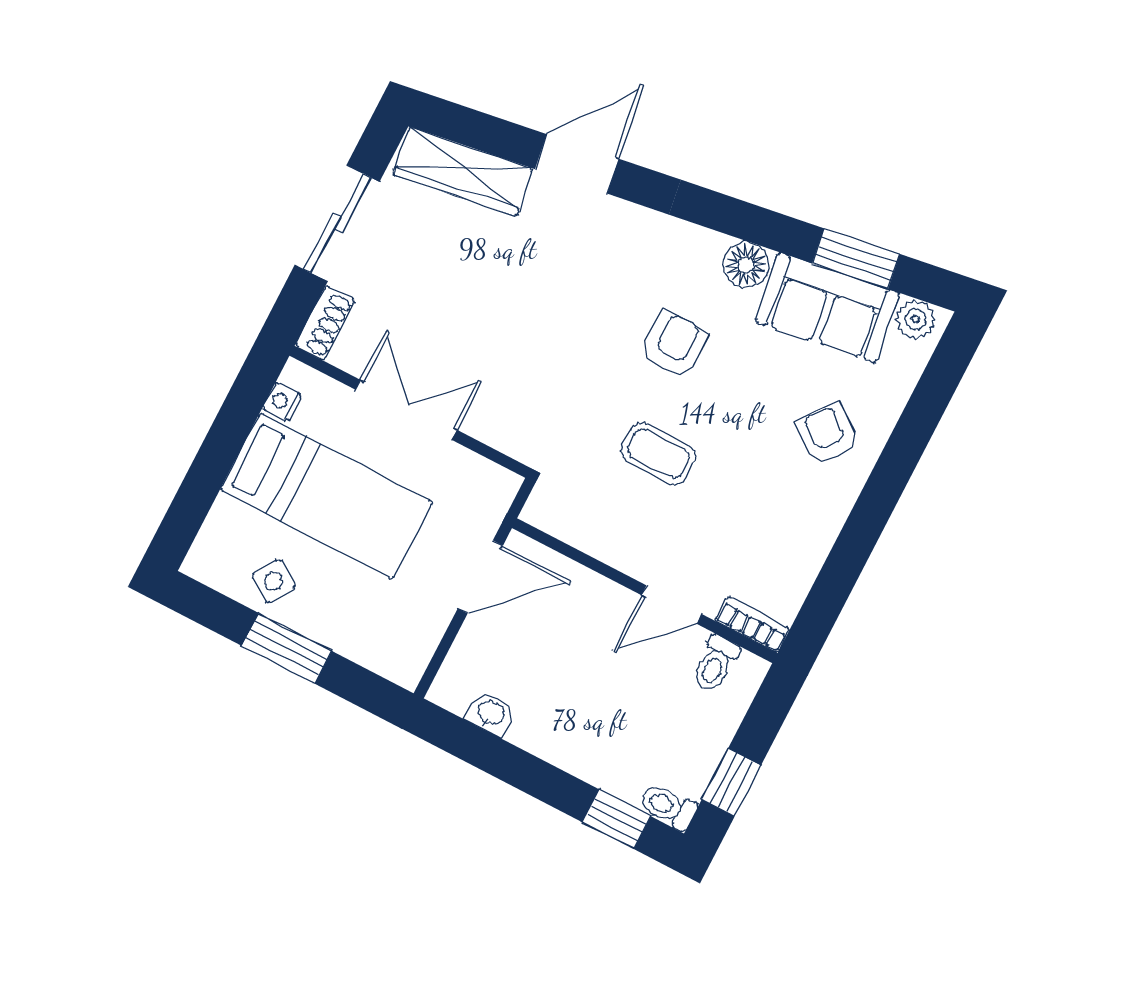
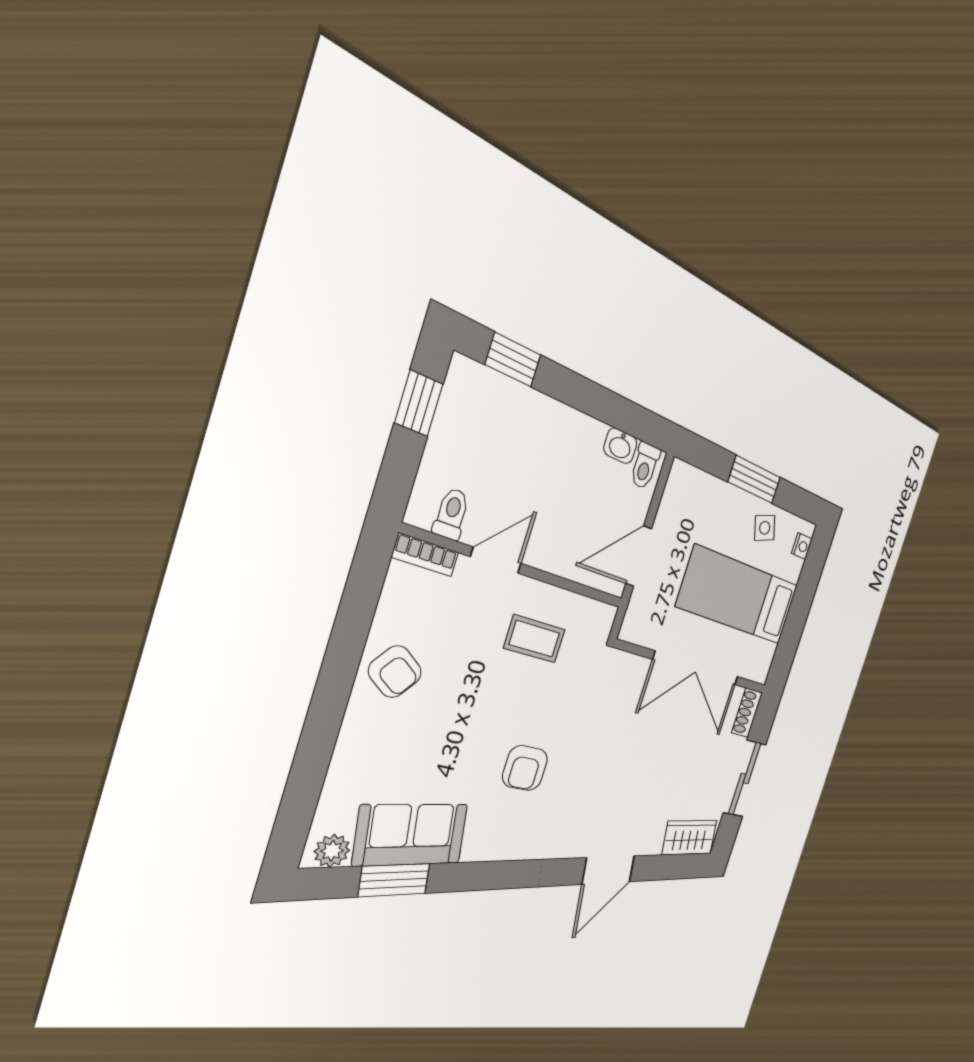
wardrobe: (463, 171) -> (690, 838), width x0.67
floor lamp: (746, 265) -> (481, 845), removed
nightstand: (282, 402) -> (802, 546), moved
double door: (406, 410) -> (696, 668), width x1.37
armchair: (827, 434) -> (395, 672), moved
coffee table: (658, 454) -> (534, 639), moved
side table: (274, 581) -> (765, 528), turned 37
toilet: (668, 807) -> (645, 466), moved, turned 90

